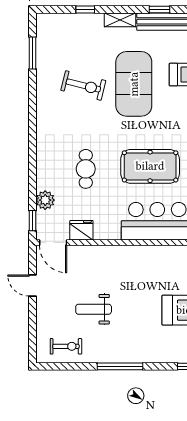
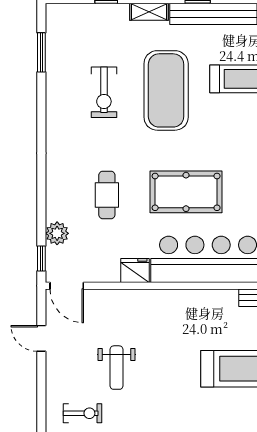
exercise bike: (83, 85) -> (104, 92), turned 76
fridge: (81, 230) -> (135, 271), moved
weight bench: (94, 309) -> (117, 368), turned -90

